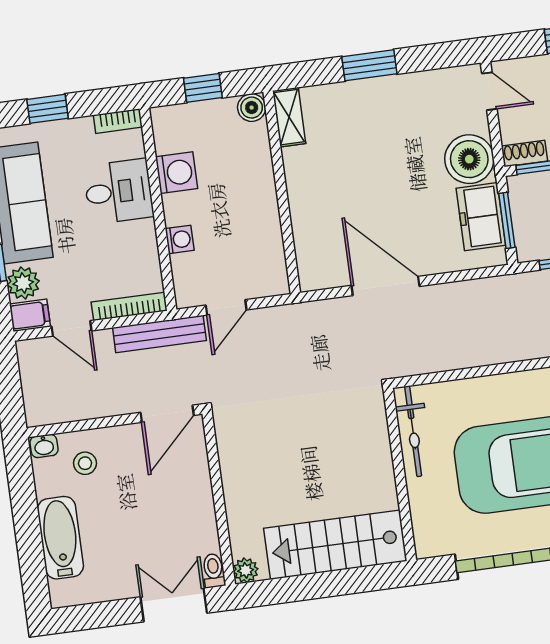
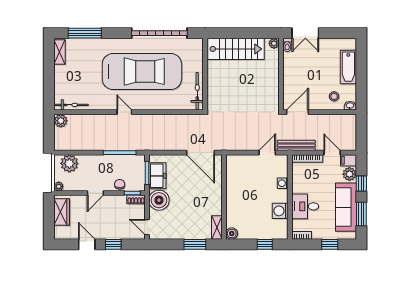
boiler: (252, 108) -> (232, 233), moved
shelving: (289, 117) -> (217, 227), moved
wall: (282, 192) -> (224, 197), moved

